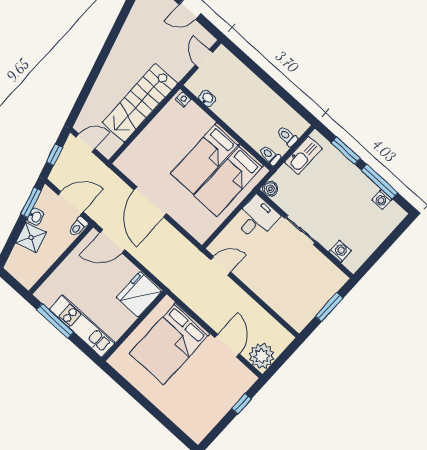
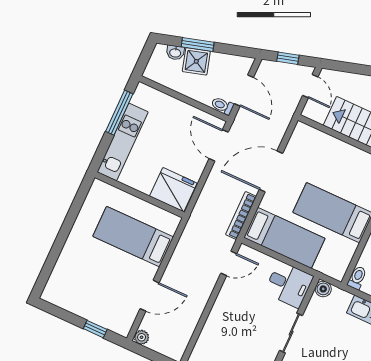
bed: (229, 180) -> (284, 238), moved, turned 180
window: (31, 202) -> (198, 44), moved
washbasin: (36, 217) -> (175, 53), moved
bookcase: (181, 241) -> (241, 216), added
door: (221, 266) -> (229, 263), hinge flipped
bed: (170, 344) -> (133, 237), width x0.67
plant: (261, 356) -> (142, 337), width x0.53, depth x0.53

